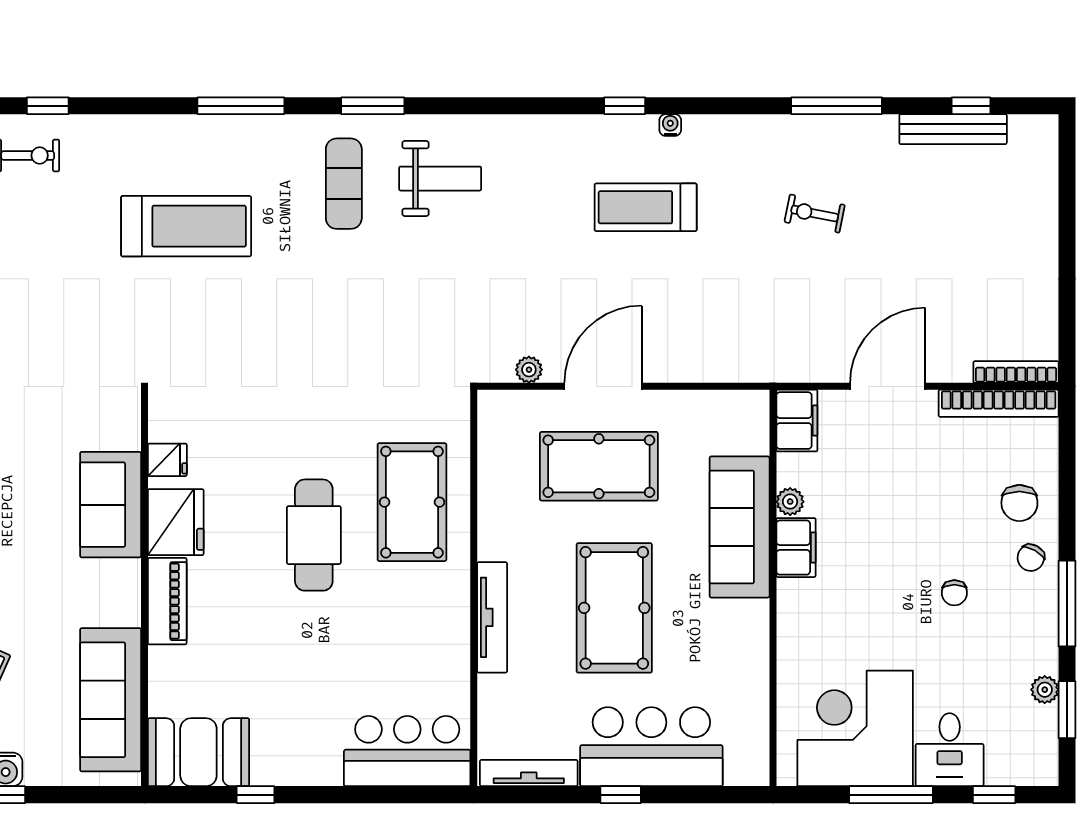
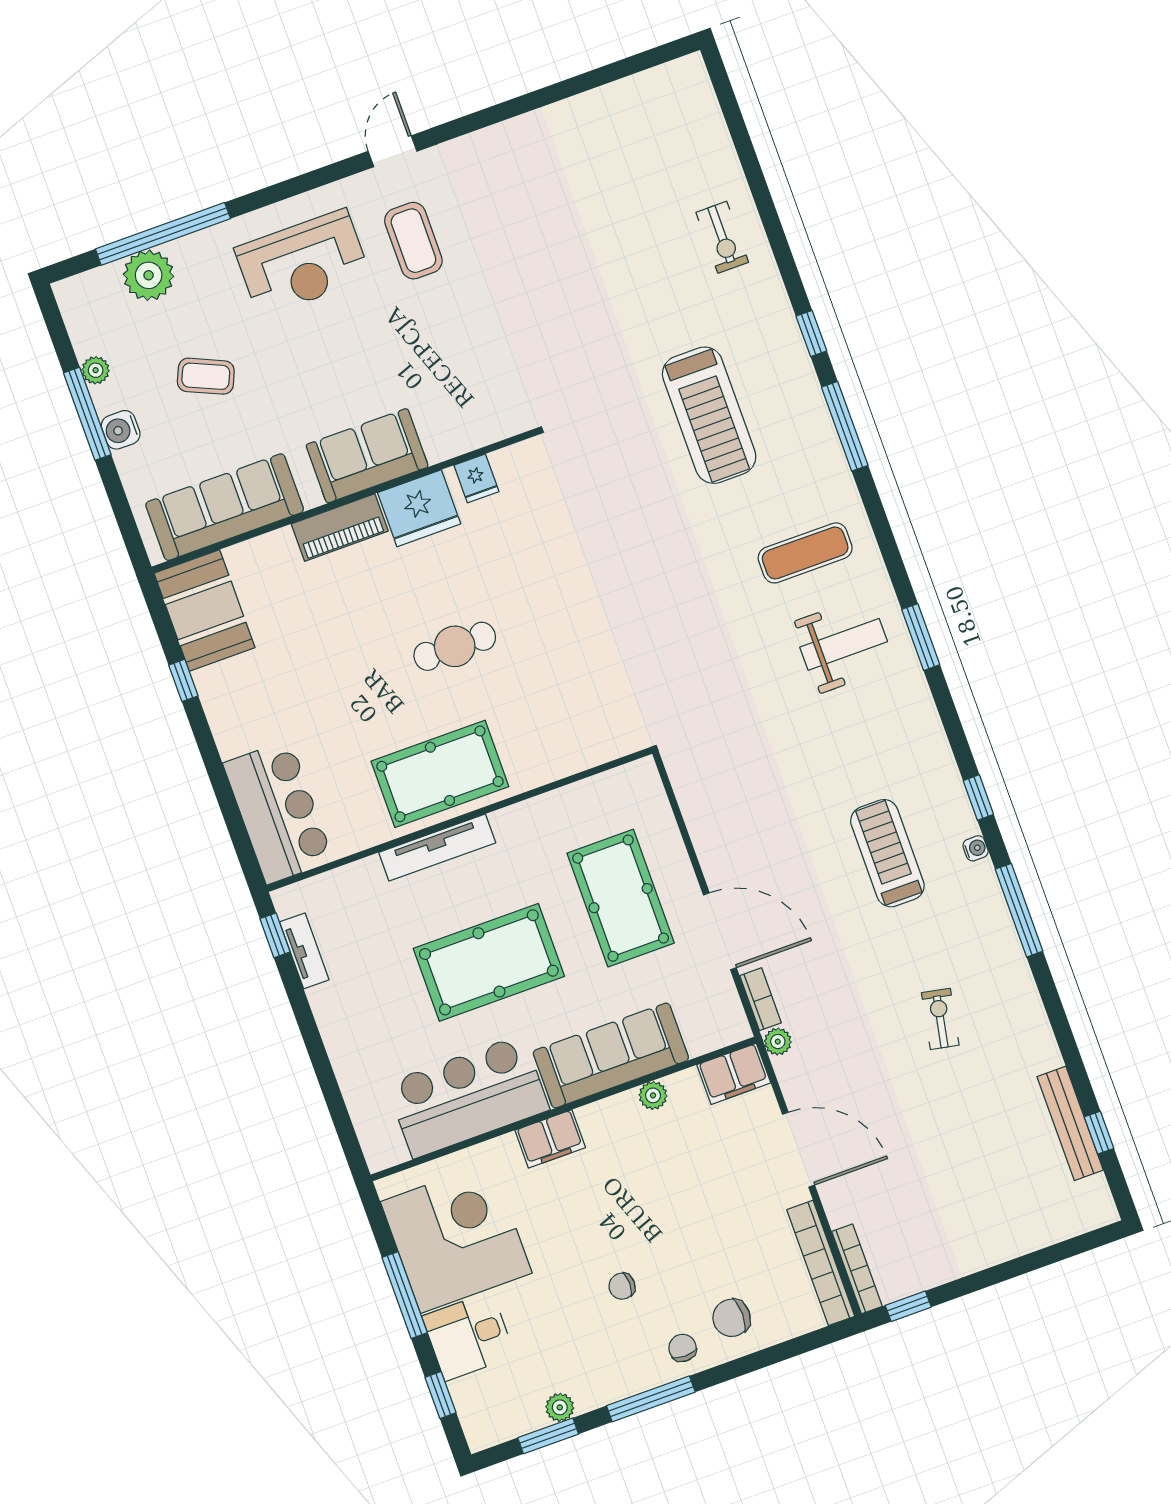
window: (48, 106) -> (811, 334), moved
window: (373, 106) -> (921, 637), moved
window: (837, 106) -> (1019, 910), moved
weight bench: (440, 179) -> (844, 644), turned -90
window: (1067, 337) -> (908, 1306), added
plant: (529, 370) -> (778, 1042), moved
bookcase: (737, 372) -> (760, 999), added
door: (603, 386) -> (720, 931), moved
pool table: (412, 502) -> (440, 774), moved
sofa: (111, 505) -> (367, 456), moved
cafe table: (314, 535) -> (455, 646), width x0.73, depth x0.74
filing cabinet: (796, 548) -> (550, 1139), moved
chair: (1031, 558) -> (683, 1348), turned 61
bar counter: (651, 747) -> (468, 1096), moved, turned -90
tv unit: (529, 773) -> (304, 951), width x0.71
window: (621, 795) -> (275, 935), moved

